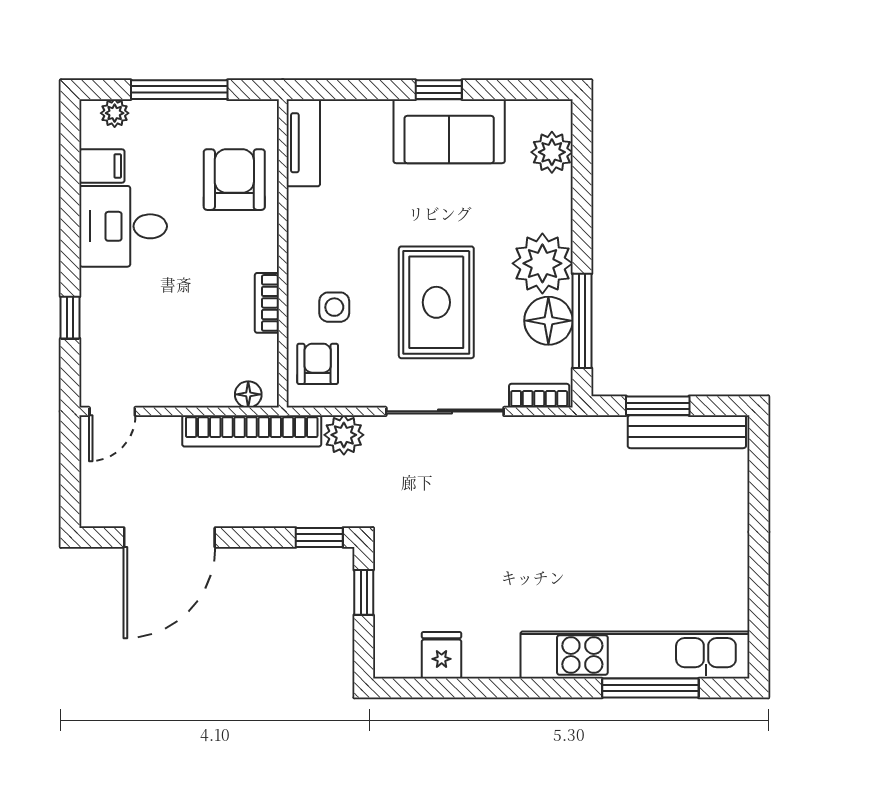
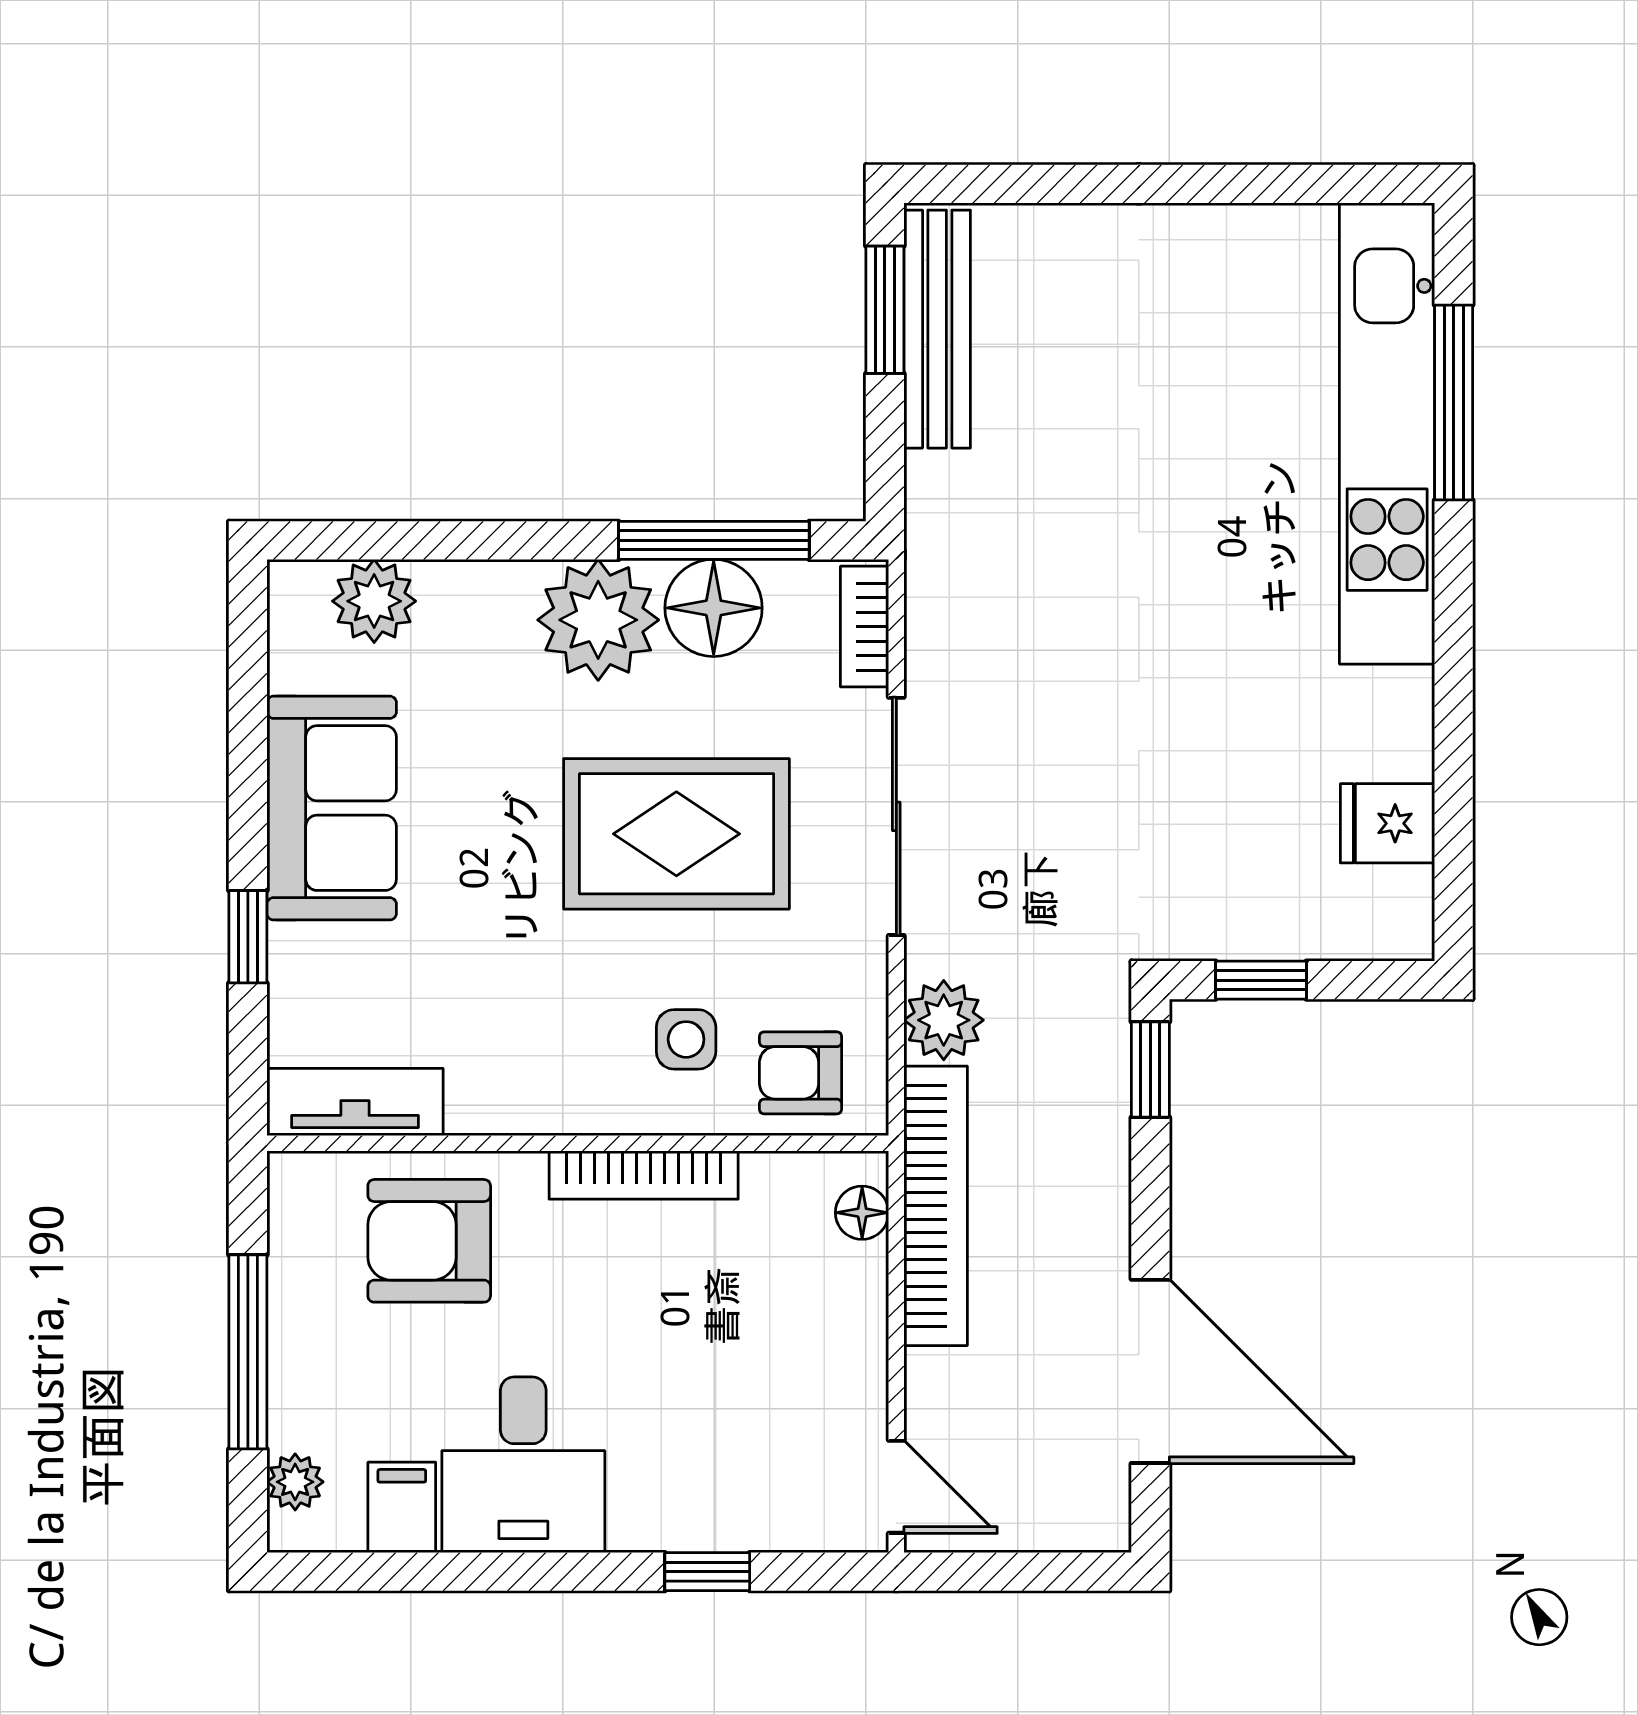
window: (439, 90) -> (248, 937), moved
bookcase: (267, 303) -> (644, 1175), width x1.56
window: (658, 406) -> (885, 310), moved

